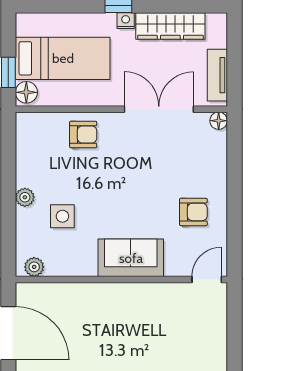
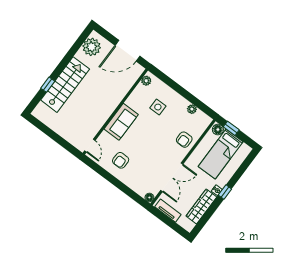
plant: (25, 197) -> (192, 109), moved

